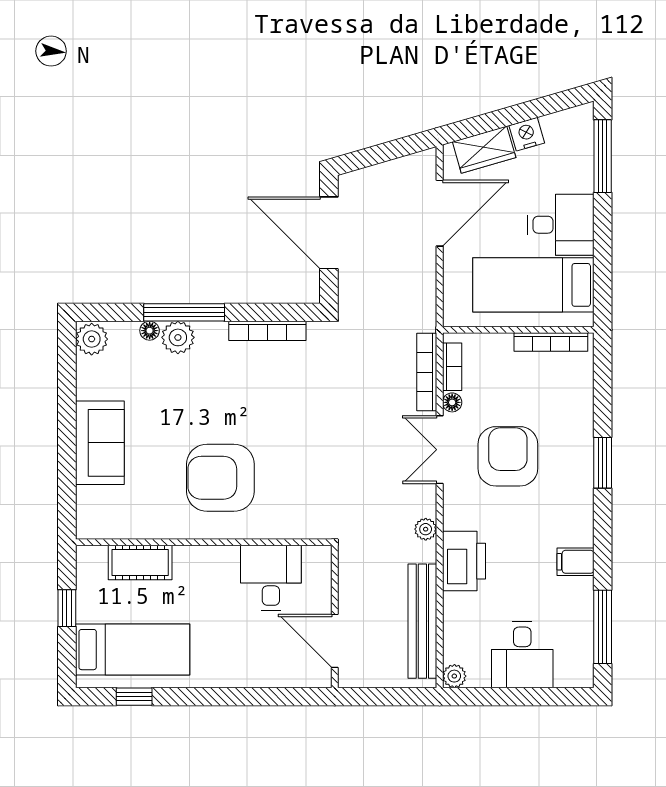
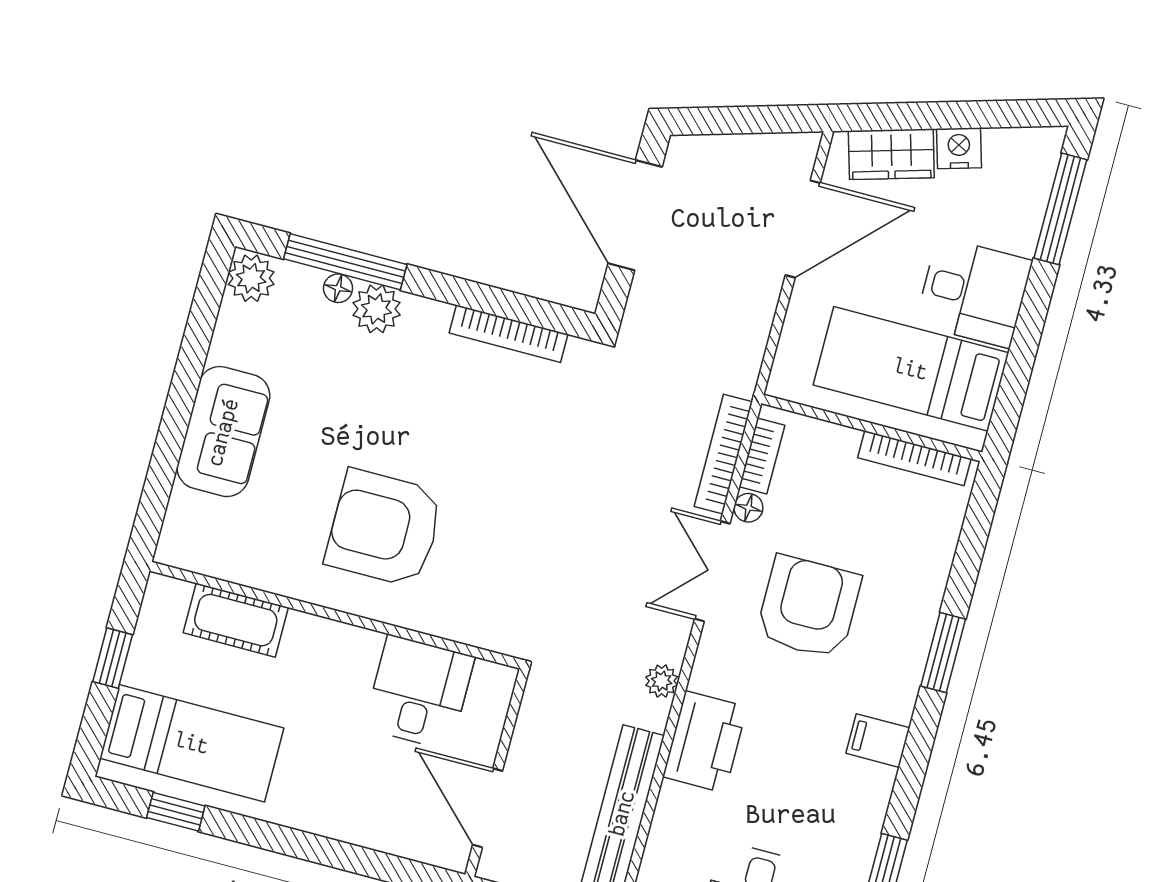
window: (184, 312) -> (345, 262), moved
filing cabinet: (575, 562) -> (878, 741), moved

